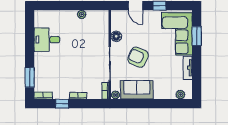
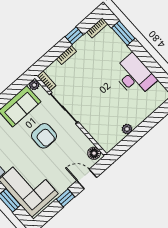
floor lamp: (116, 36) -> (94, 153), moved
desk: (47, 40) -> (134, 76), width x1.37
armchair: (138, 57) -> (44, 136), turned 66

